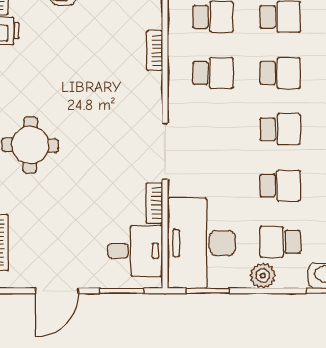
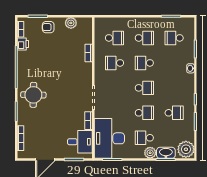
school desk: (213, 73) -> (114, 63), turned 180
school desk: (280, 73) -> (144, 63), turned 180
plant: (263, 276) -> (150, 153), moved

